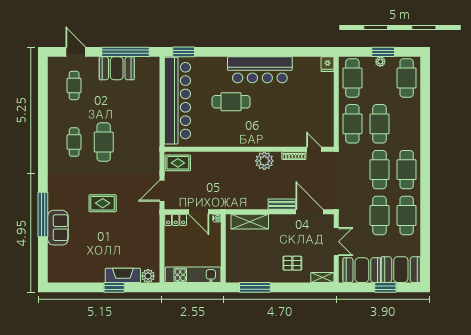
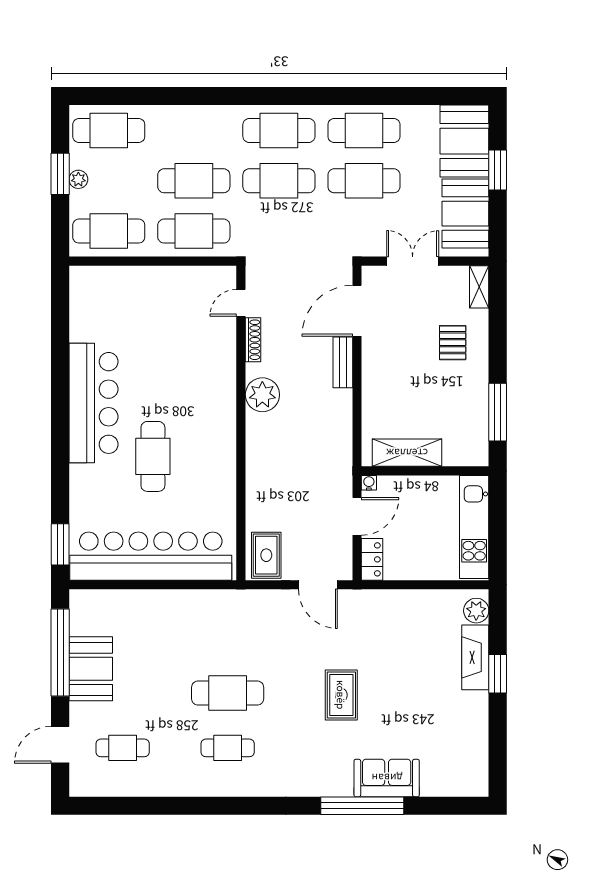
fridge: (328, 64) -> (83, 277), removed
shelving: (250, 222) -> (407, 453), moved, turned 90

